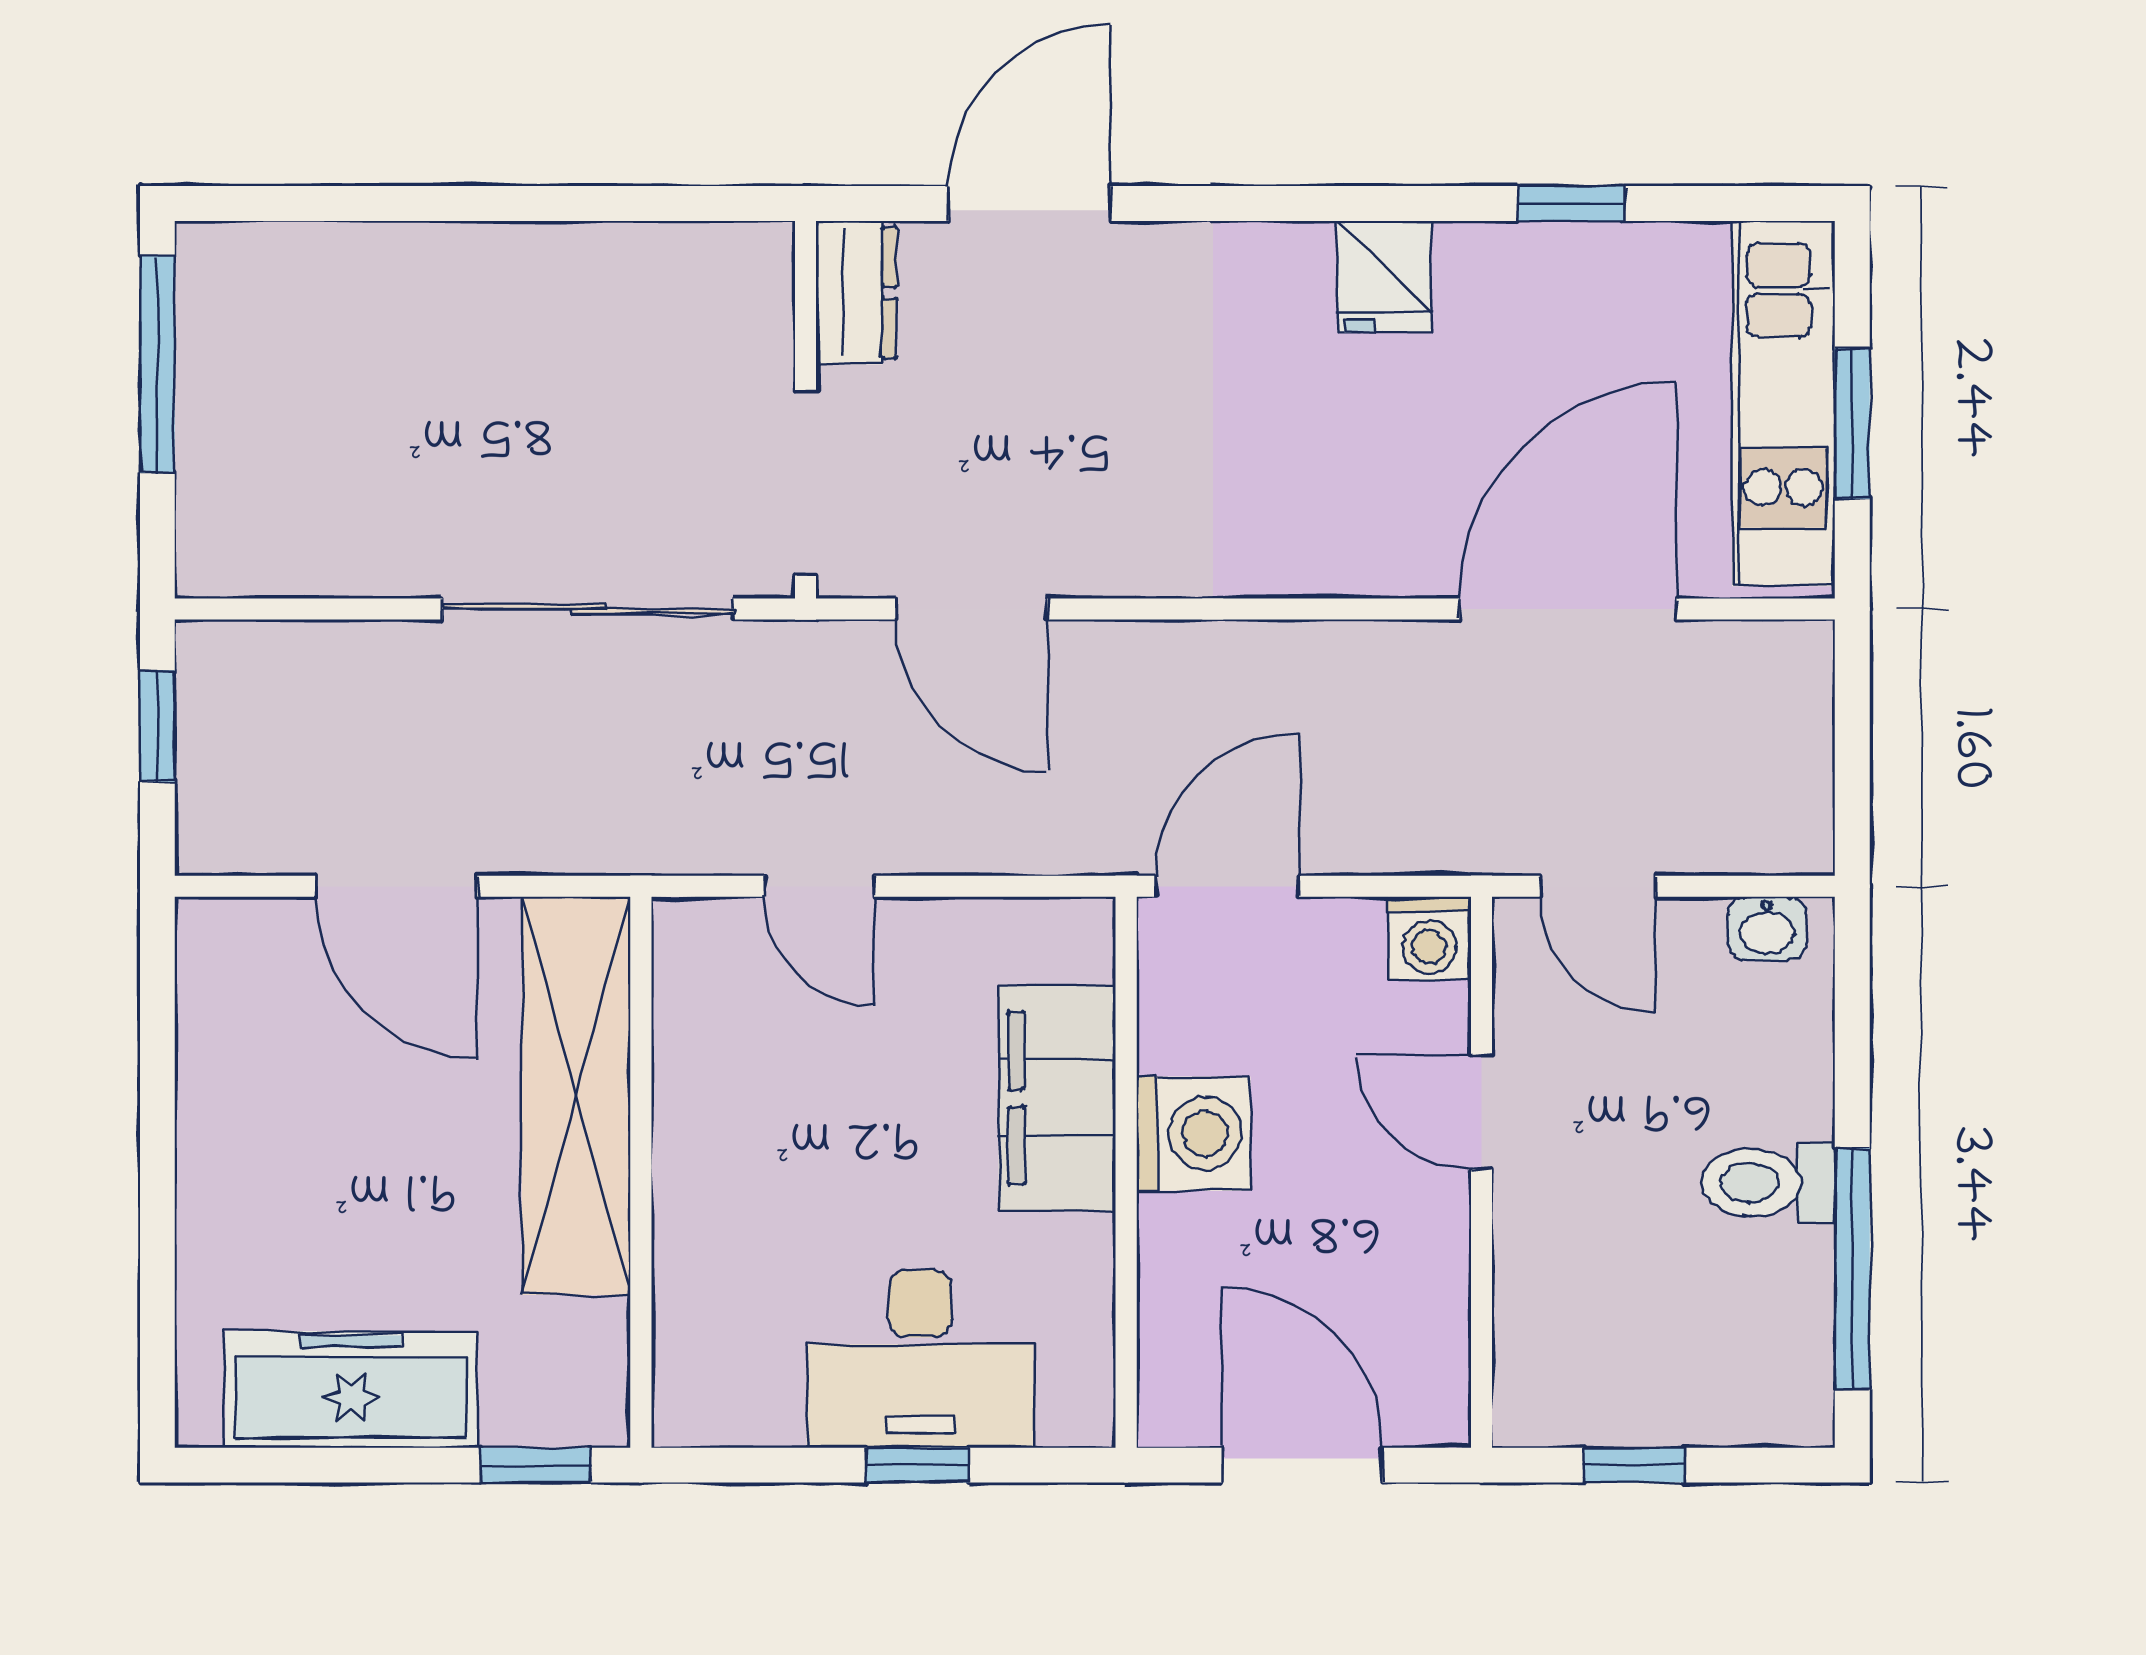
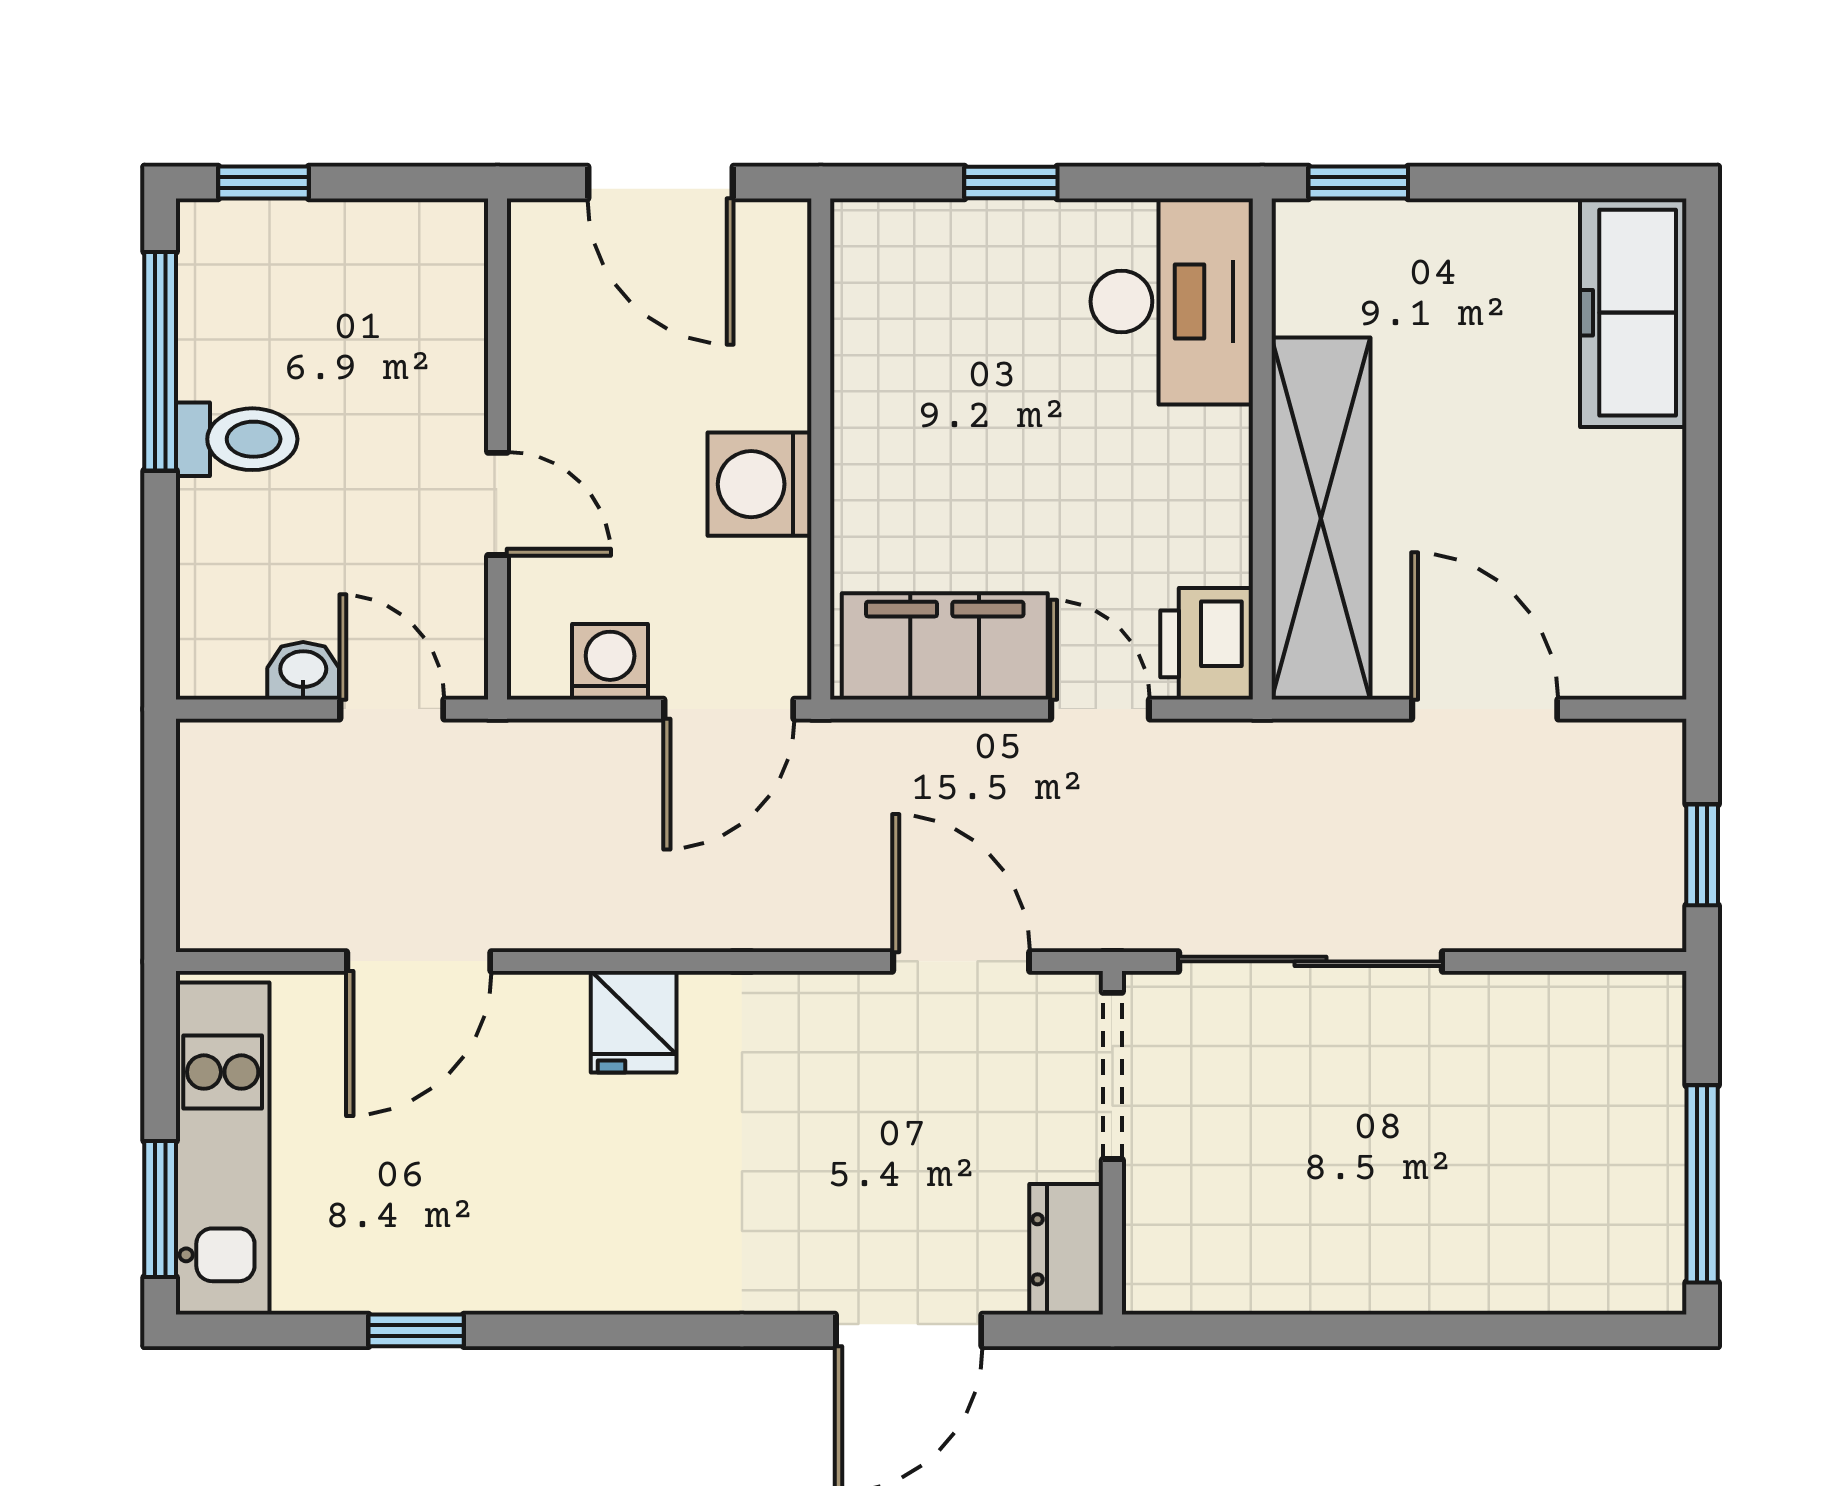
fridge: (1384, 277) -> (634, 1022), moved, turned 180
window: (1852, 424) -> (160, 1209), moved
door: (1568, 609) -> (419, 961), width x0.73
washbasin: (1767, 928) -> (303, 671), moved
washing machine: (1429, 938) -> (610, 662), moved
printer: (702, 958) -> (1207, 644), added
filing cabinet: (1057, 1098) -> (945, 646), moved, turned -90
desk: (920, 1359) -> (1172, 301), moved, turned 90
freezer: (351, 1389) -> (1633, 313), moved, turned 90
window: (1634, 1465) -> (264, 183), moved

